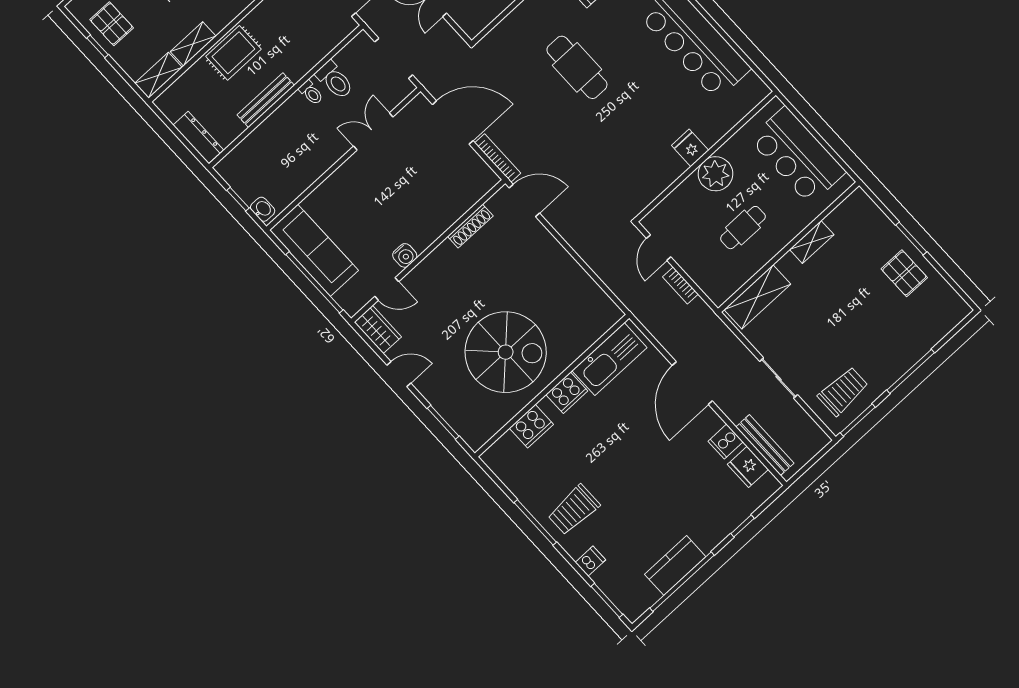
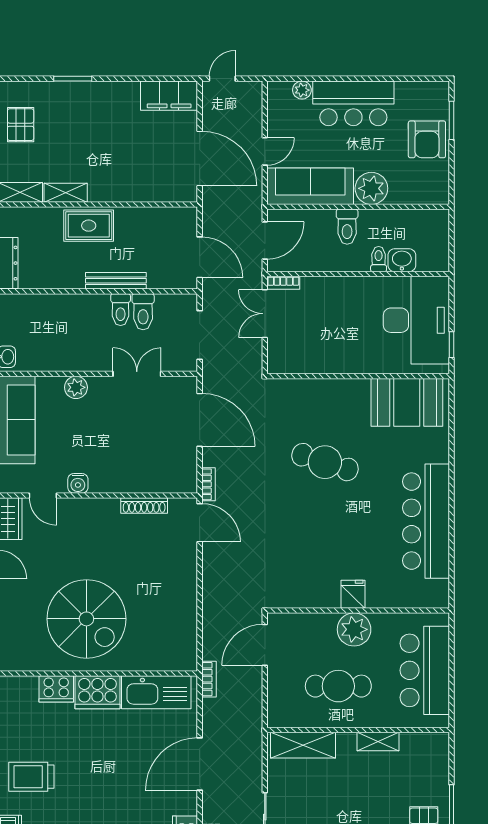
cafe table: (577, 67) -> (325, 462), turned -72
toilet: (311, 93) -> (121, 310), width x1.37, depth x1.39
bench: (266, 100) -> (116, 281), moved
bookcase: (498, 158) -> (208, 484), width x0.64
plant: (336, 184) -> (76, 387), added
cafe table: (743, 228) -> (338, 686), width x1.37, depth x1.35
door: (659, 248) -> (265, 645), width x1.38
bookcase: (680, 285) -> (209, 679), moved, turned 180
cooker: (567, 393) -> (97, 692), width x1.37, depth x1.31

